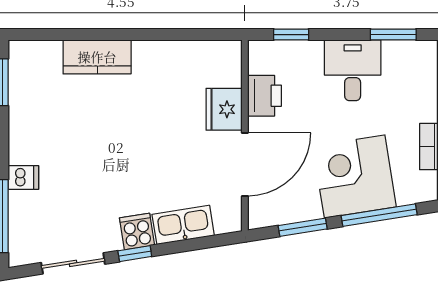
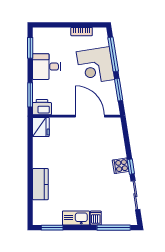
window: (291, 35) -> (30, 95), width x1.50
printer: (264, 96) -> (42, 107), moved
fridge: (224, 109) -> (41, 127), moved, turned -90
kitchen sink: (183, 225) -> (76, 218), moved, turned 99

